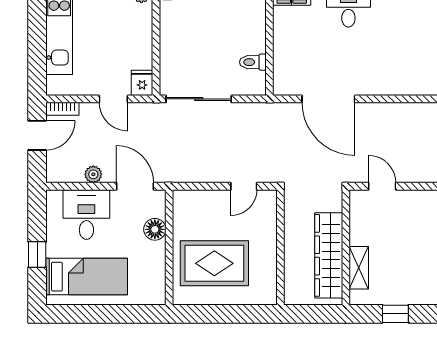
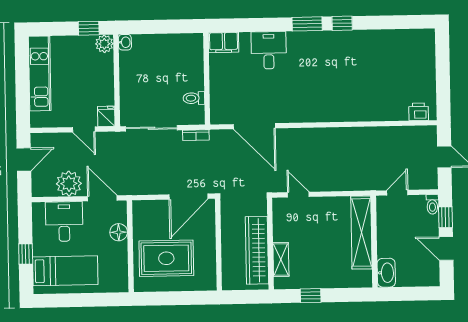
bookcase: (62, 109) -> (196, 135), moved
plant: (93, 174) -> (69, 184), width x1.88, depth x1.88
door: (244, 186) -> (188, 197), width x1.87

